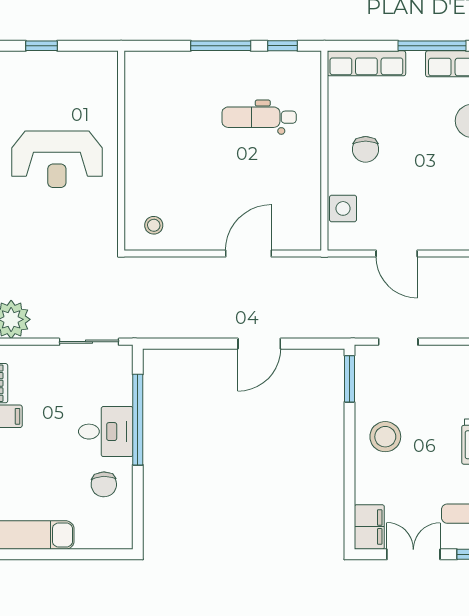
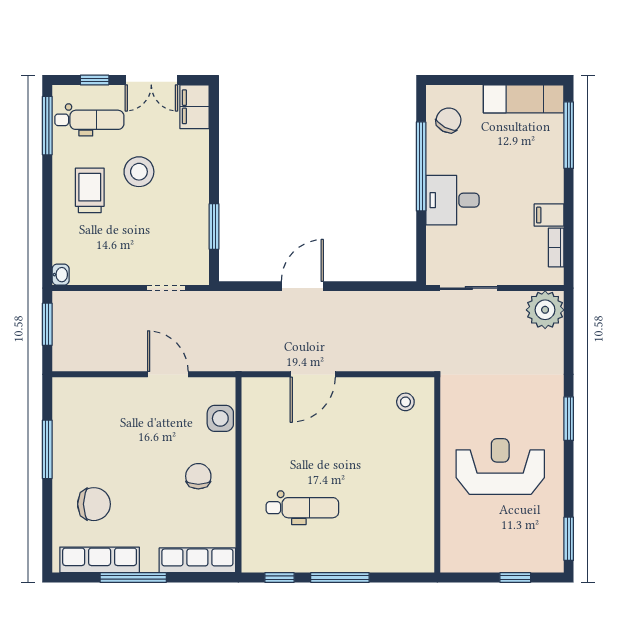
window: (349, 379) -> (214, 226), moved
window: (138, 420) -> (421, 166), moved
stool: (385, 437) -> (139, 172), moved
chair: (104, 484) -> (449, 120), moved, turned 30

